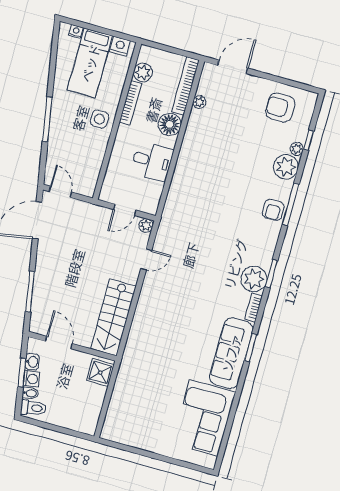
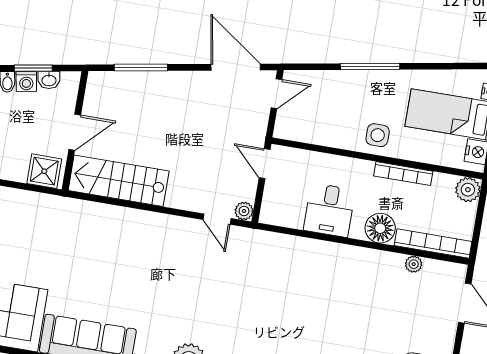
plant: (143, 73) -> (468, 190), moved
door: (125, 210) -> (265, 164), moved
door: (146, 259) -> (217, 219), moved
door: (59, 342) -> (75, 132), moved

